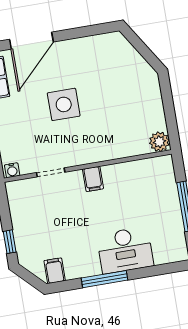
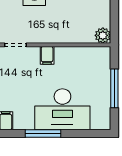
desk: (125, 250) -> (62, 109), width x1.36, depth x1.30

